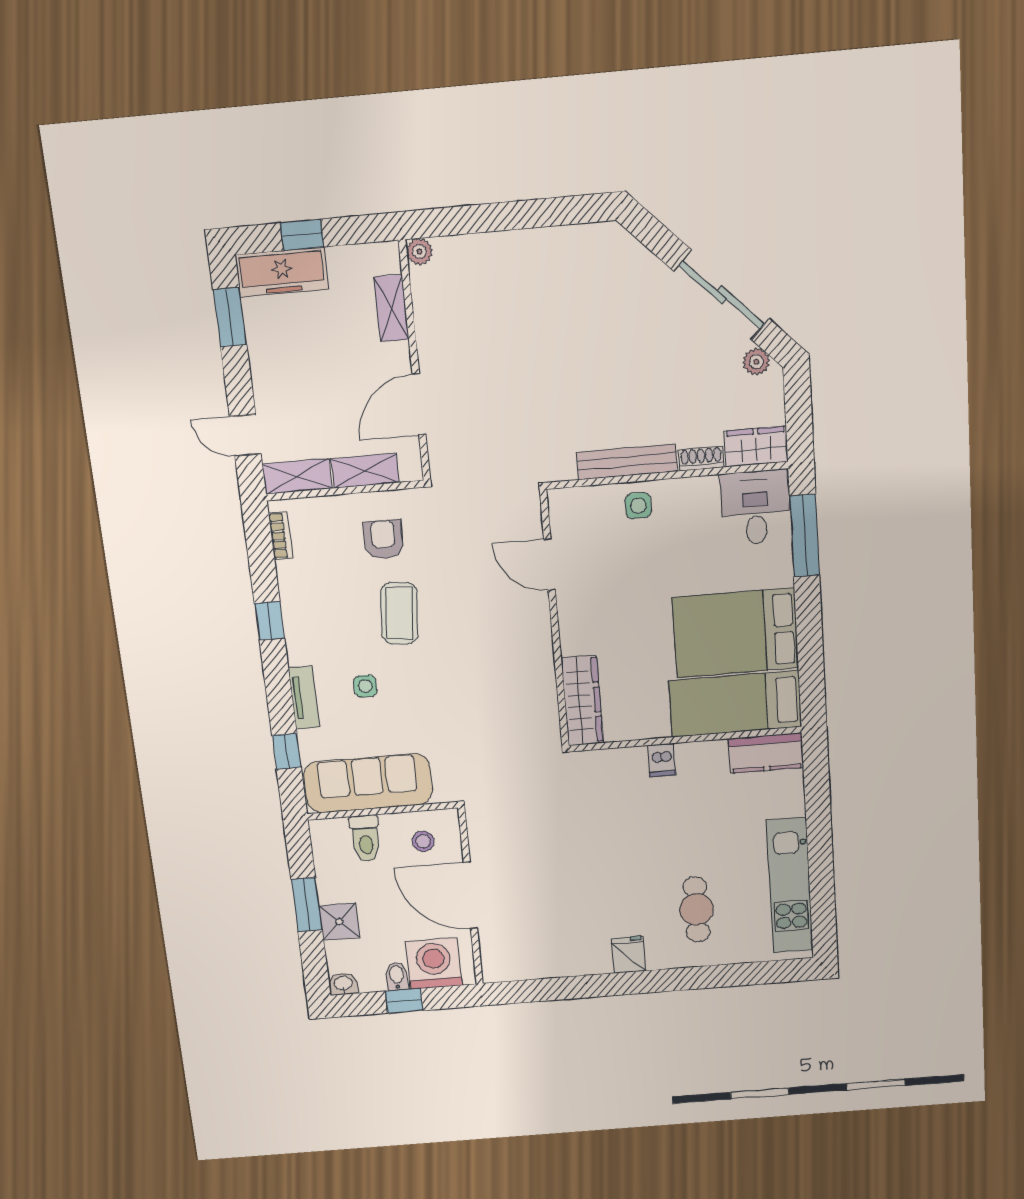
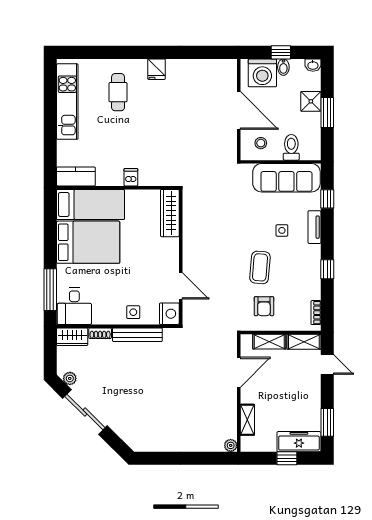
nightstand: (567, 509) -> (169, 314), added

